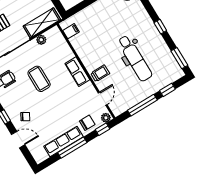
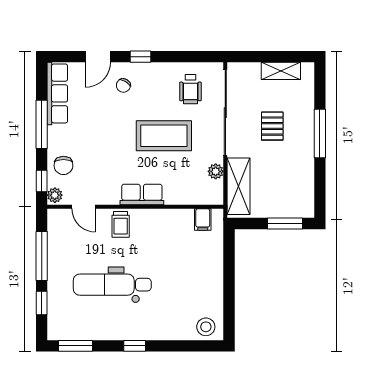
coffee table: (39, 79) -> (164, 136), width x1.36, depth x1.32
row of seats: (63, 142) -> (57, 93), moved

